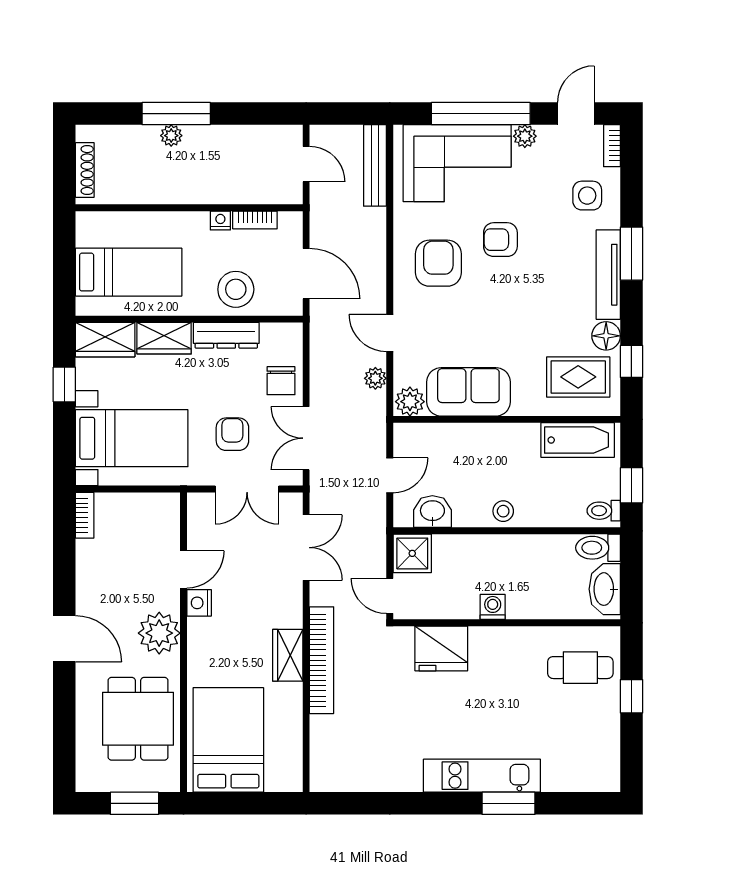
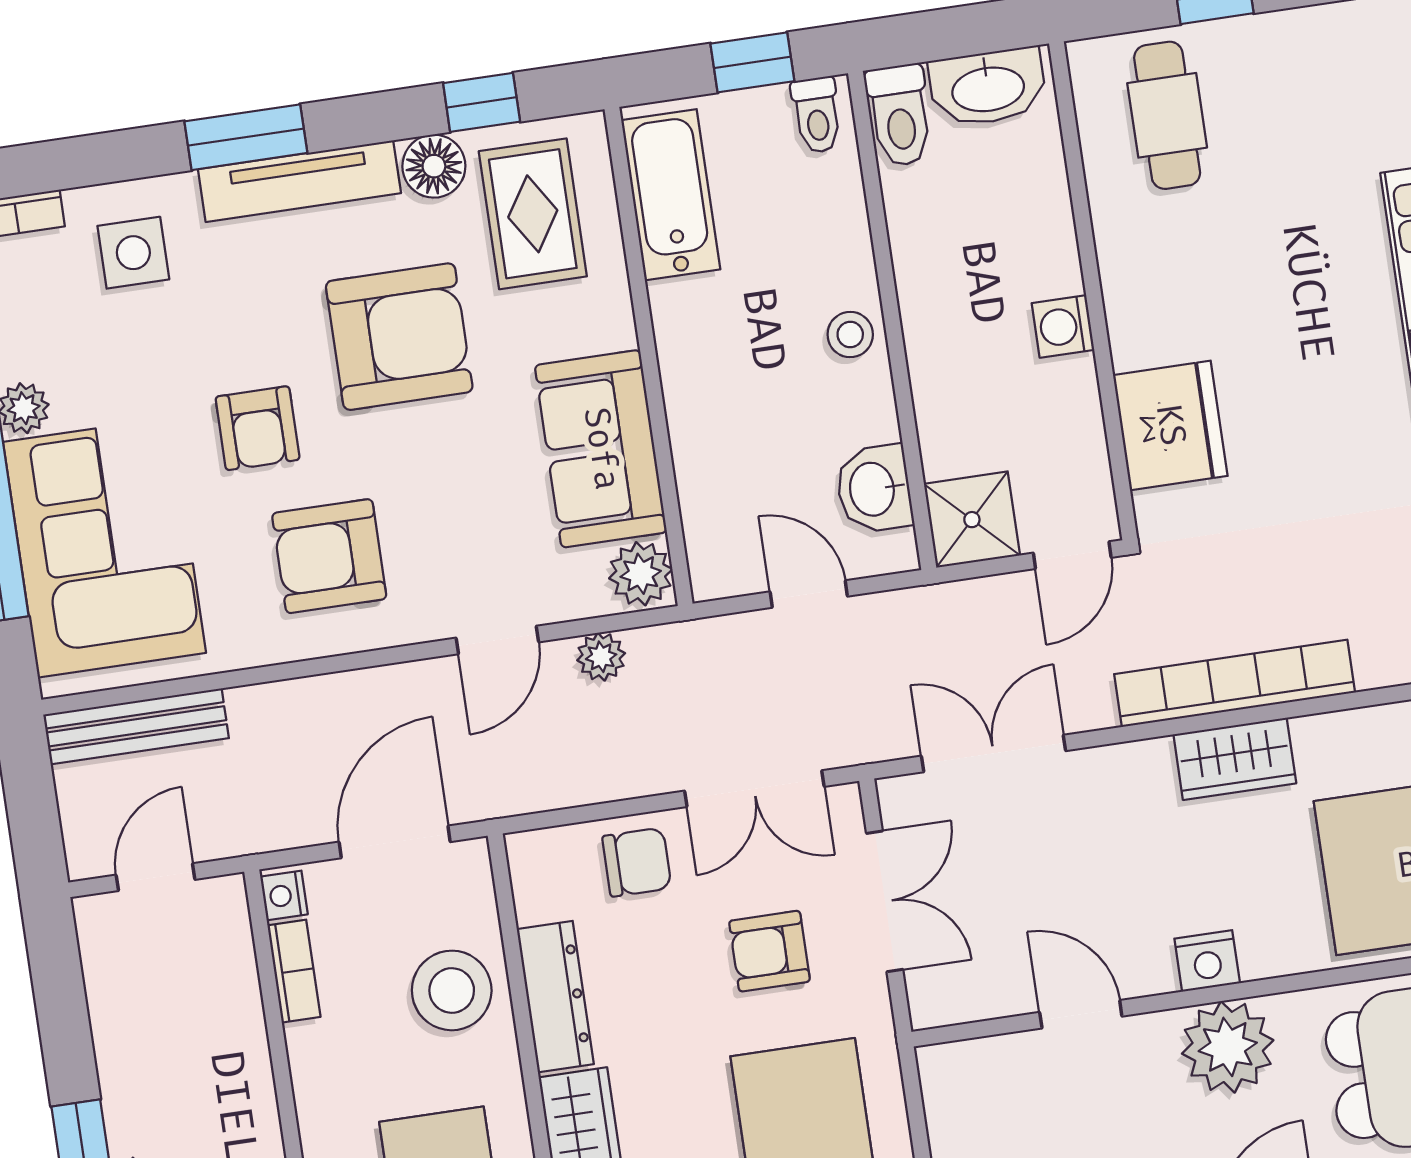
nightstand: (220, 220) -> (284, 896), moved
armchair: (532, 309) -> (399, 337), added
nightstand: (199, 603) -> (1207, 961), moved

